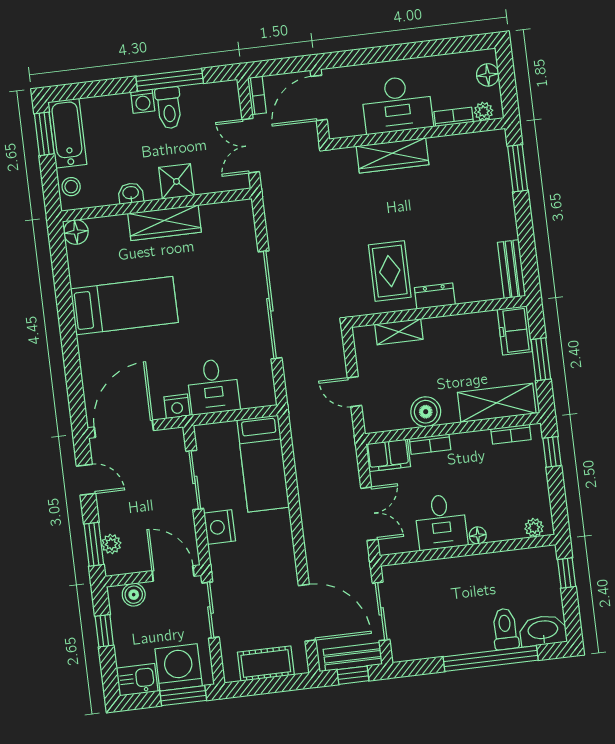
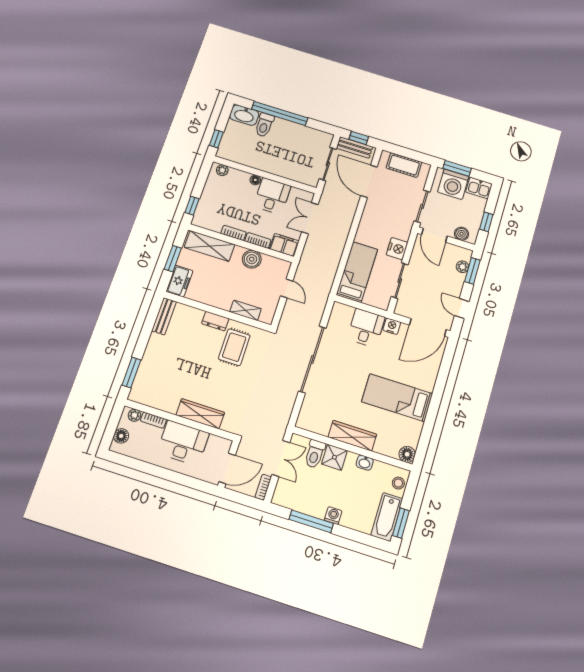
toilet: (169, 108) -> (315, 454), moved, turned 180
bookcase: (511, 434) -> (234, 233), moved

